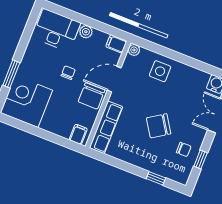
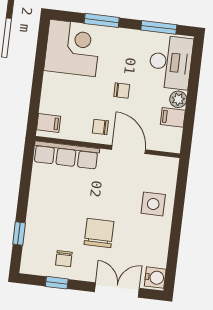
window: (28, 32) -> (159, 27), added
filing cabinet: (116, 44) -> (173, 117), moved, turned -90
plant: (134, 50) -> (171, 165), removed
chair: (91, 96) -> (100, 127), width x0.54, depth x0.54
chair: (159, 126) -> (99, 233), moved, turned 33

